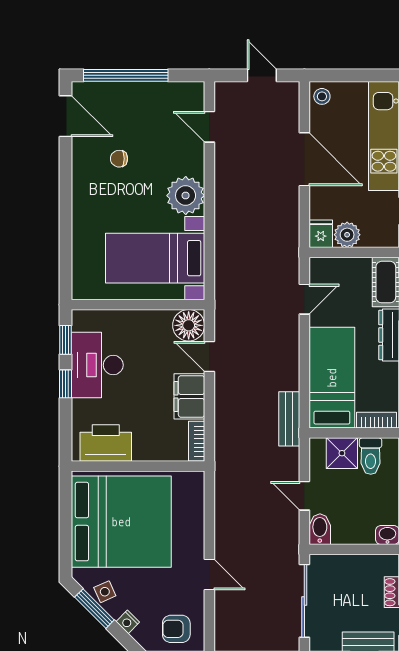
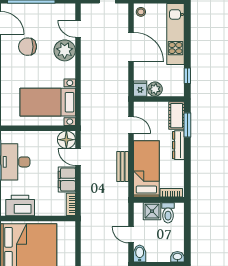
chair: (119, 159) -> (28, 47), width x1.87, depth x1.87
plant: (186, 196) -> (65, 50), moved
door: (304, 299) -> (131, 125), hinge flipped
bench: (289, 419) -> (123, 167), moved

